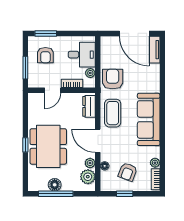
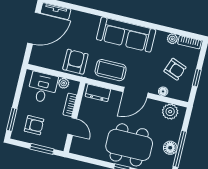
armchair: (113, 79) -> (75, 62), turned 90
plant: (90, 163) -> (157, 106), removed

